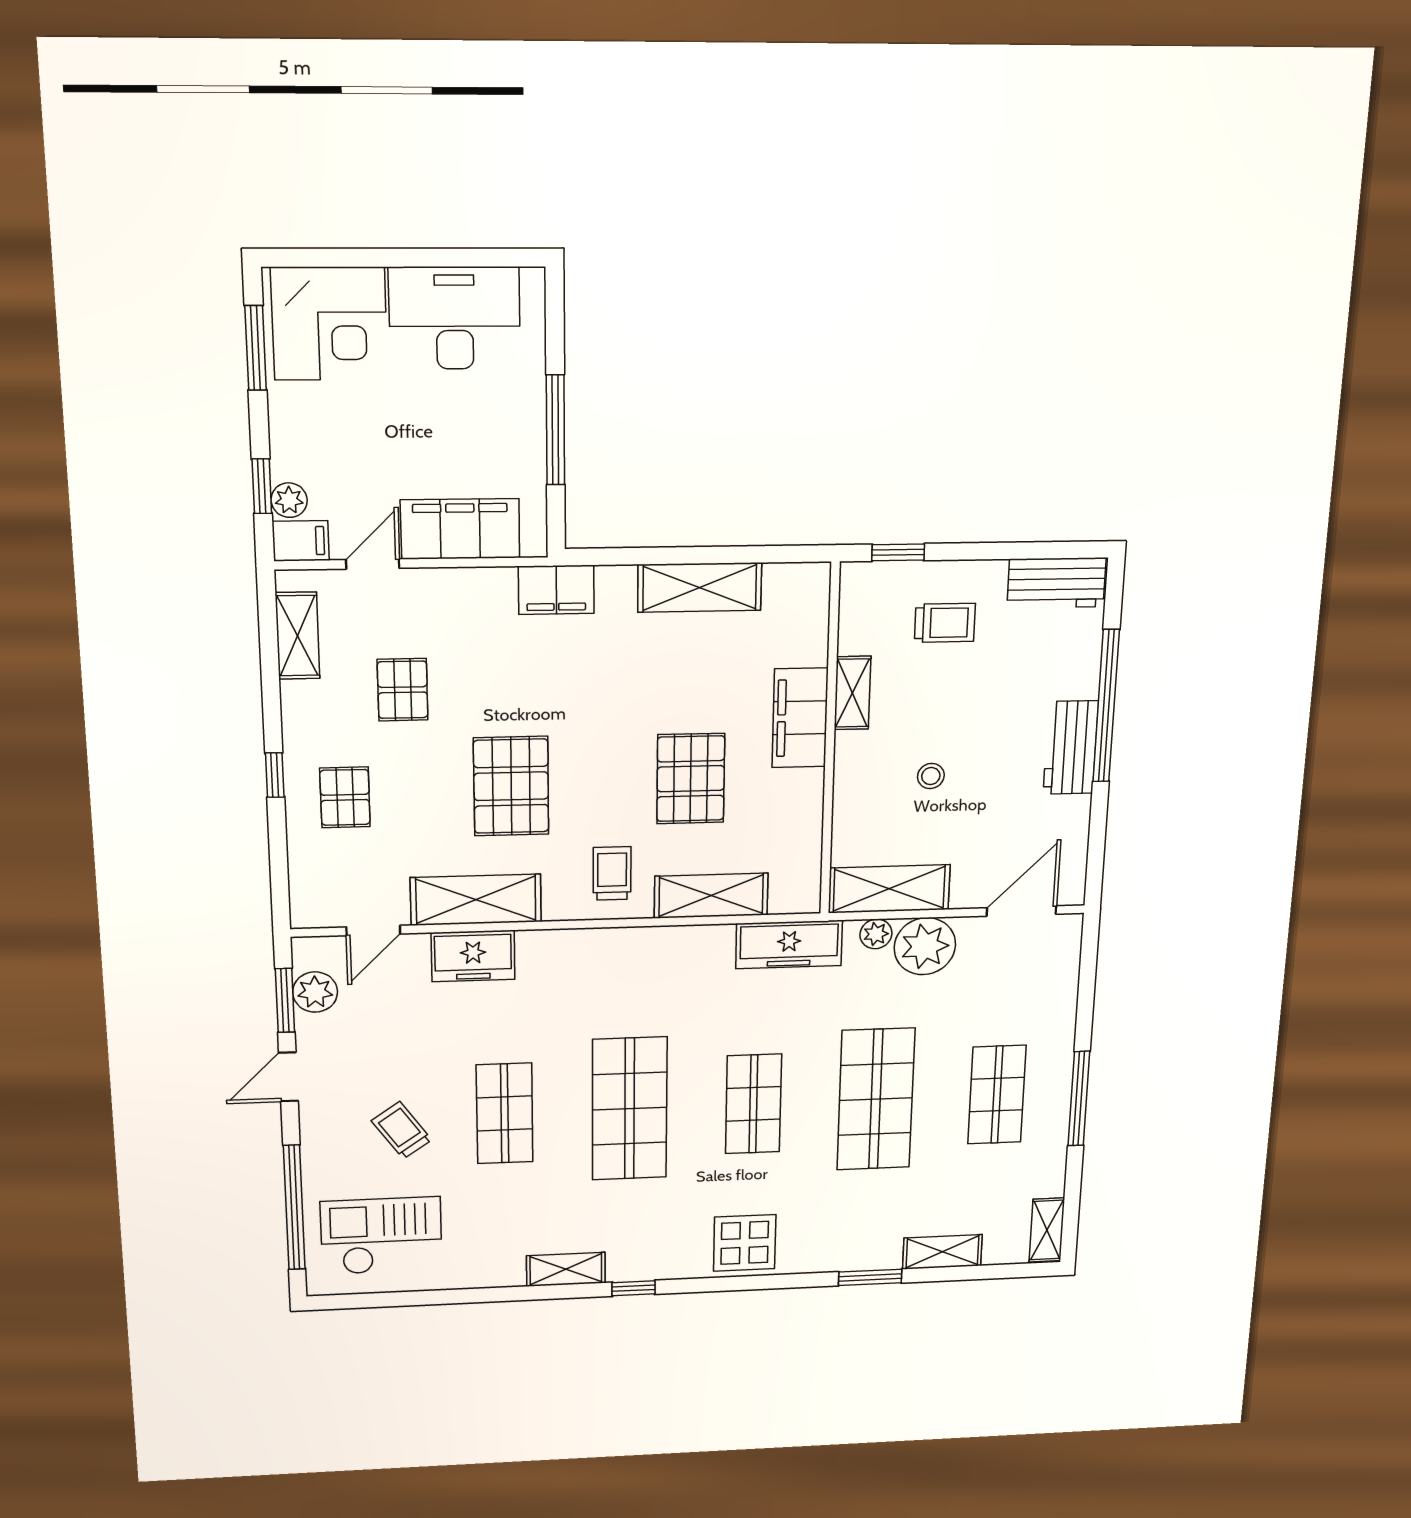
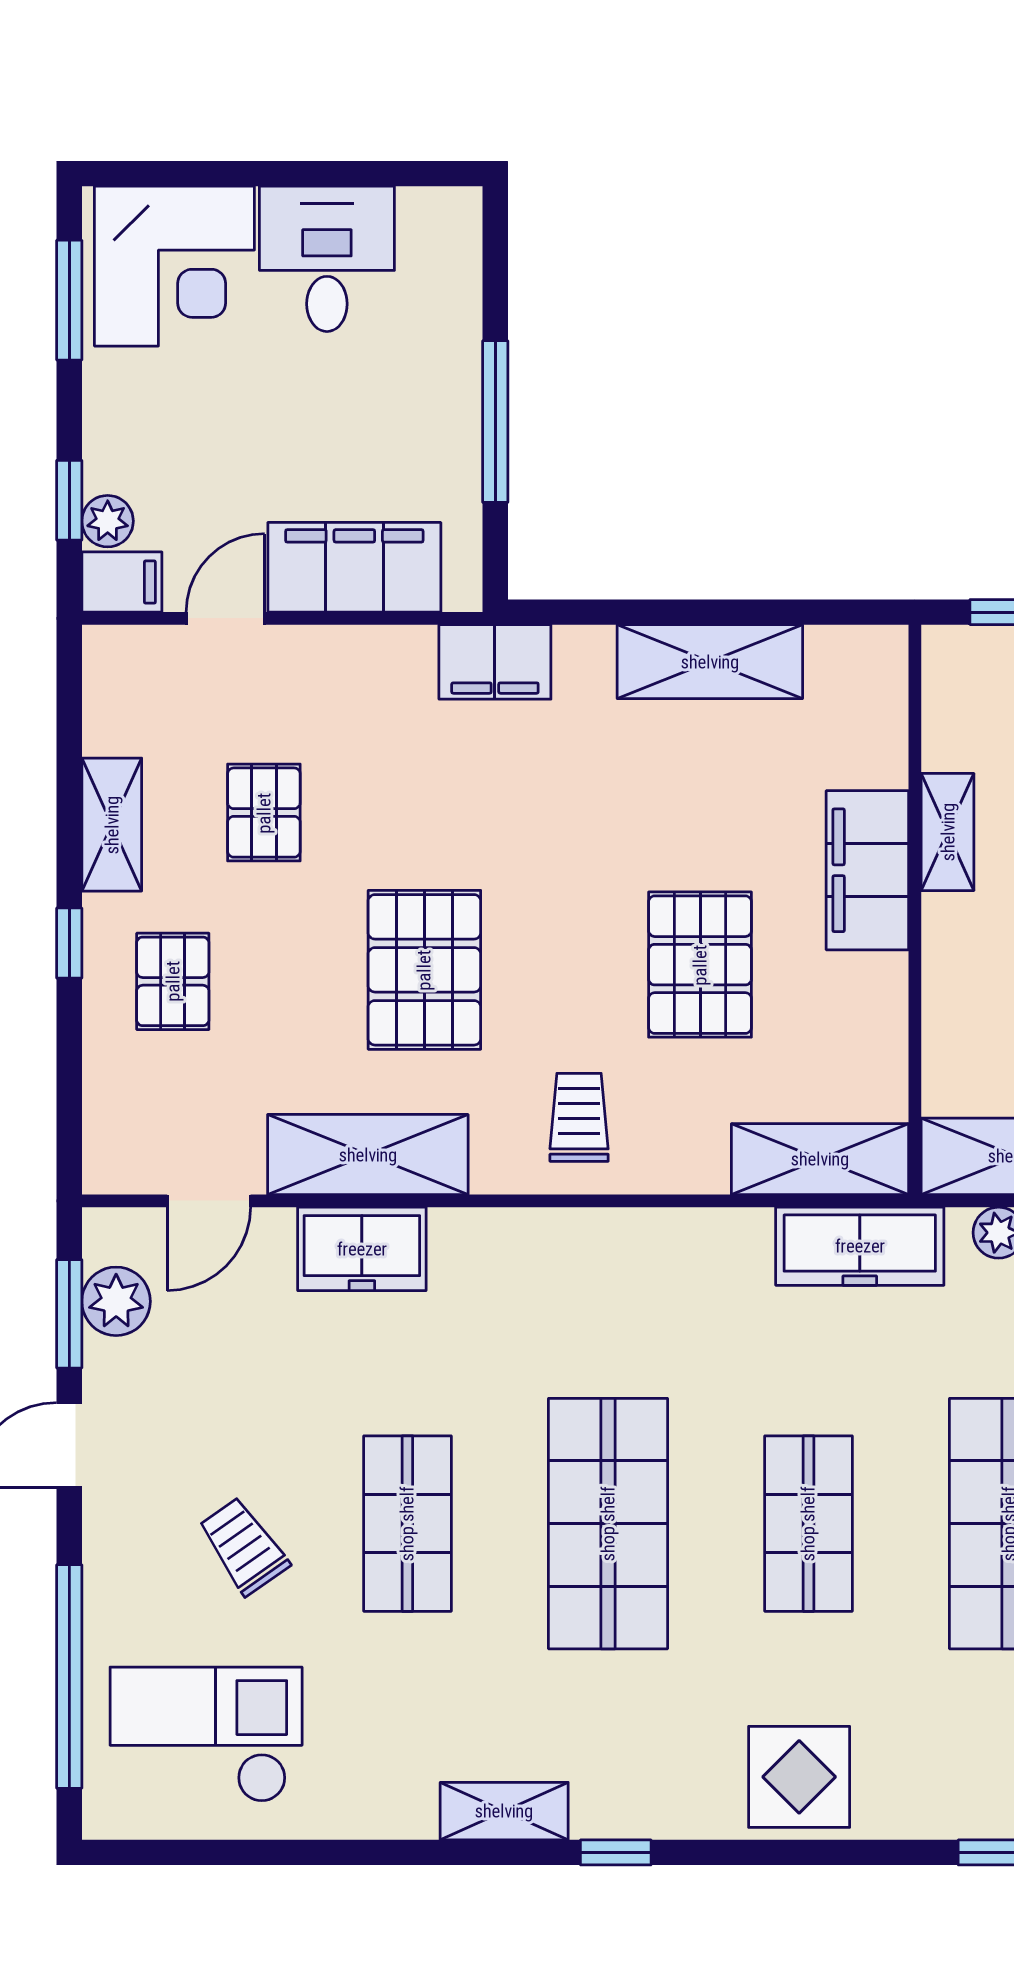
desk: (455, 318) -> (327, 259), width x0.73
shelving: (298, 636) -> (112, 825), moved
shelving: (711, 896) -> (820, 1159), moved

